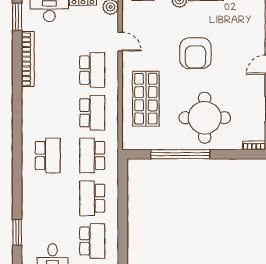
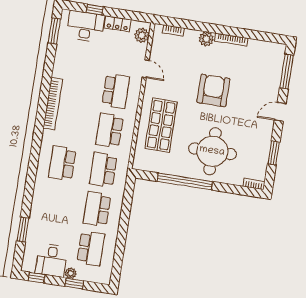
armchair: (195, 53) -> (213, 90), turned 180
bookcase: (28, 59) -> (53, 104), moved
school desk: (92, 113) -> (109, 130), turned 180
school desk: (48, 156) -> (62, 163), turned 180

